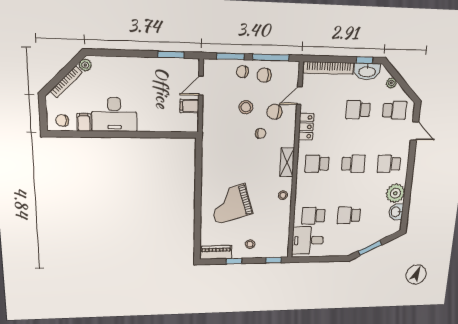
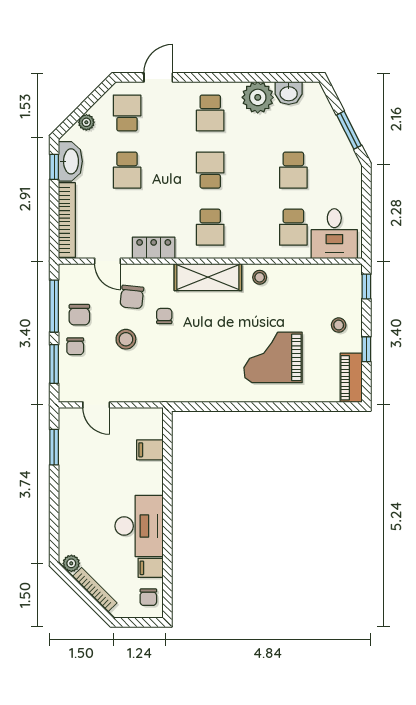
filing cabinet: (189, 106) -> (150, 450), moved, turned 90
shelving: (287, 162) -> (208, 277), width x1.50, depth x1.33
grand piano: (230, 204) -> (273, 357), turned 107

